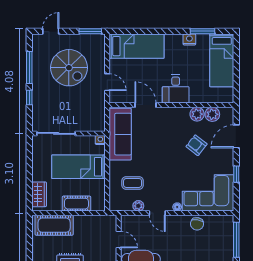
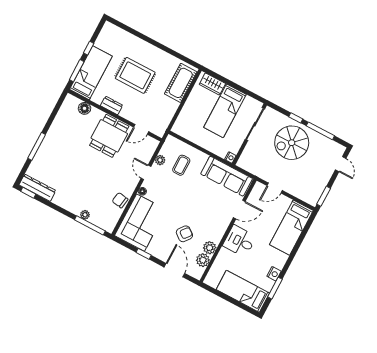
spiral stairs: (69, 68) -> (292, 143), moved
bed: (79, 167) -> (225, 111), moved, turned 180
cot: (76, 204) -> (189, 110), removed
door: (157, 213) -> (146, 172), hinge flipped
plant: (229, 250) -> (85, 215), added

